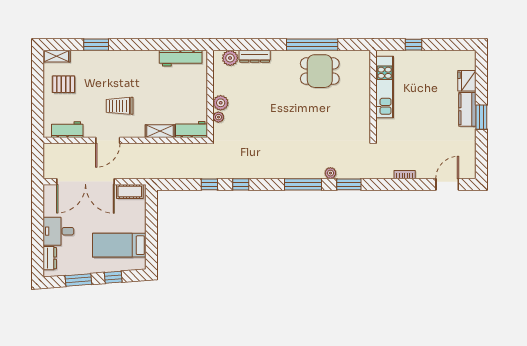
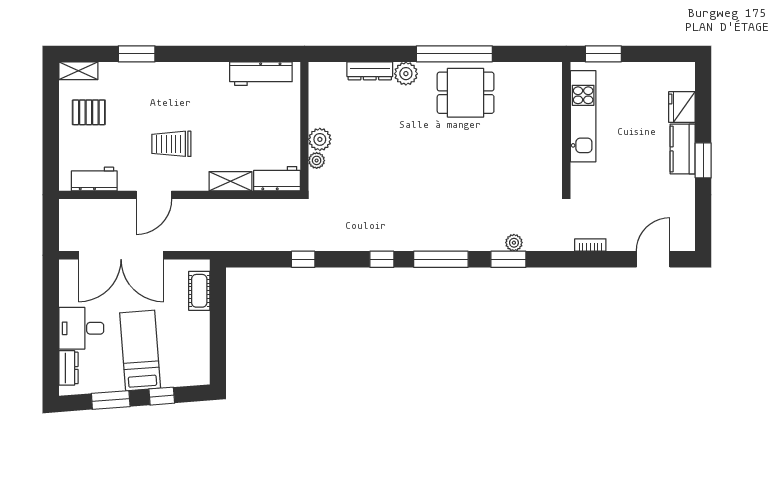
window: (413, 45) -> (603, 54), width x1.50
plant: (230, 58) -> (406, 74), moved
kitchen unit: (385, 87) -> (583, 116), moved
wall: (373, 94) -> (566, 126), moved
plant: (330, 173) -> (514, 243), moved
window: (241, 184) -> (382, 259), moved
cot: (130, 191) -> (199, 291), moved, turned 90
bed: (119, 245) -> (140, 350), moved, turned 86

